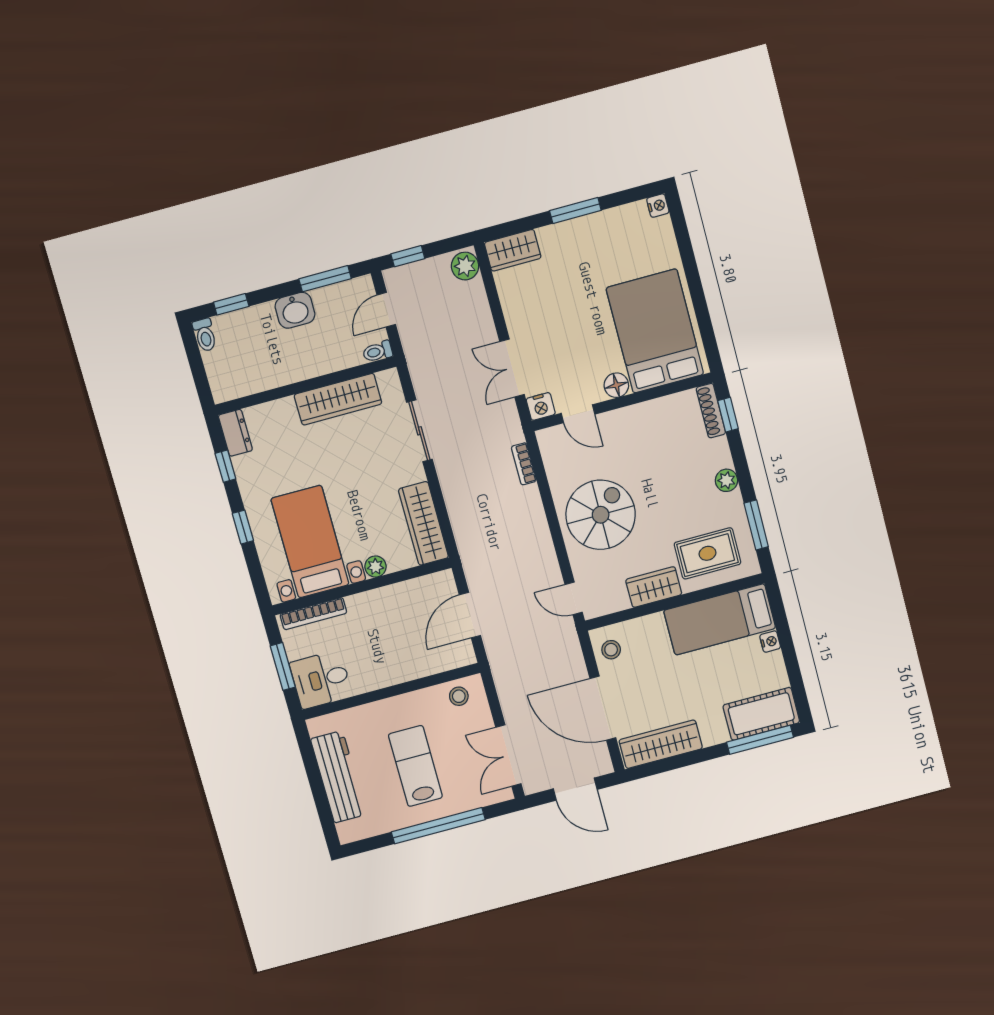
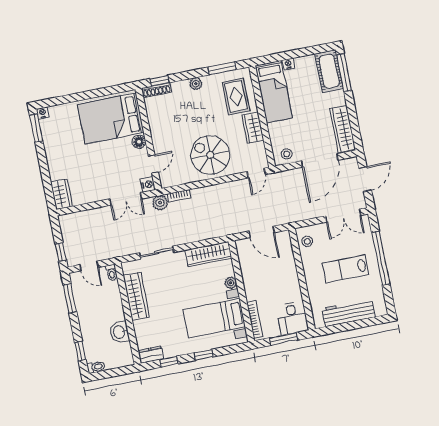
window: (575, 210) -> (36, 128), moved
plant: (465, 266) -> (160, 203), moved
washbasin: (295, 310) -> (119, 332), moved, turned 180

